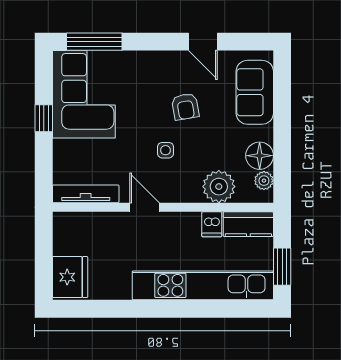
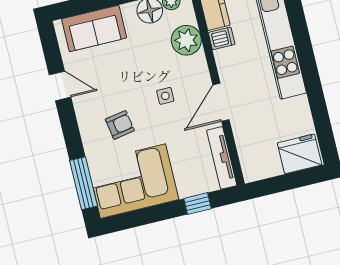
door: (203, 42) -> (60, 86), hinge flipped
armchair: (185, 107) -> (120, 125), moved
window: (44, 118) -> (197, 204), moved
door: (144, 207) -> (221, 102), width x1.38

